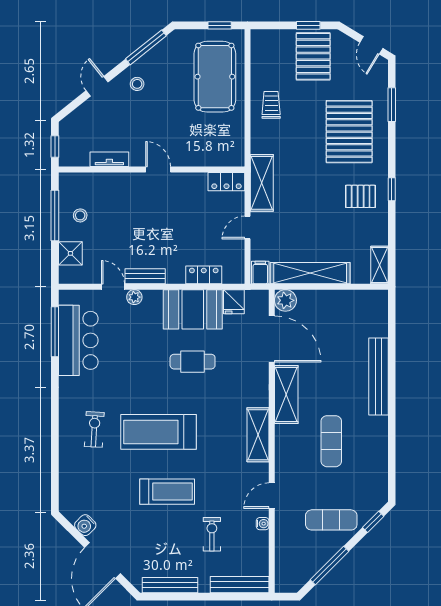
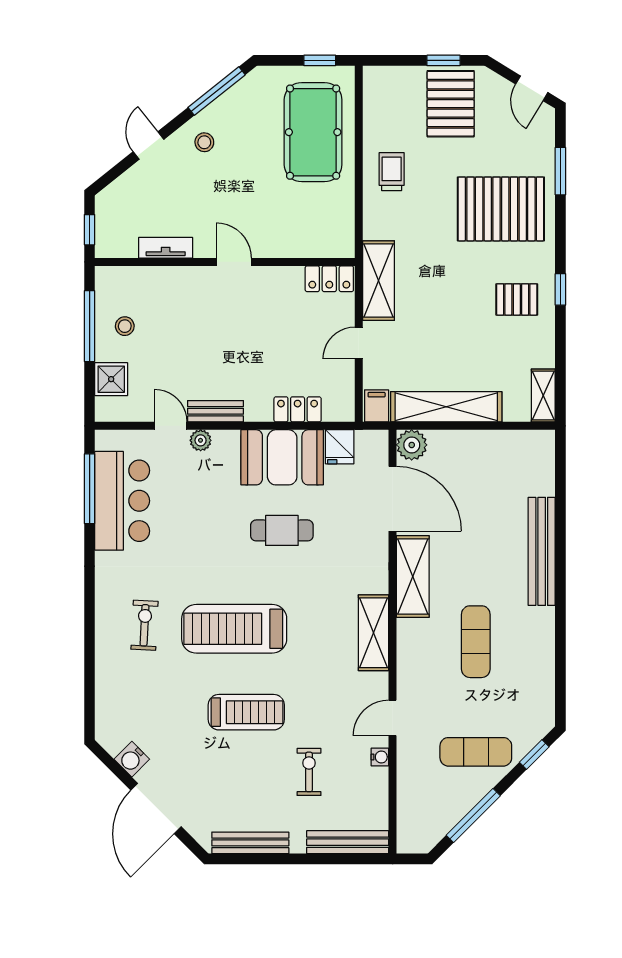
pallet: (349, 132) -> (501, 209), turned 90

